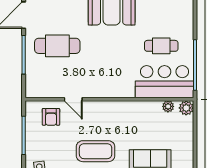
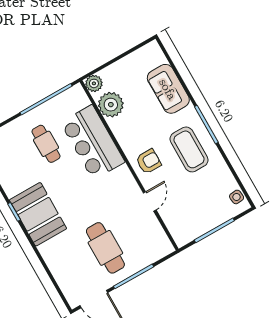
bar counter: (164, 82) -> (93, 142), moved
plant: (168, 106) -> (111, 105), width x1.88, depth x1.88
armchair: (51, 117) -> (149, 161), moved

